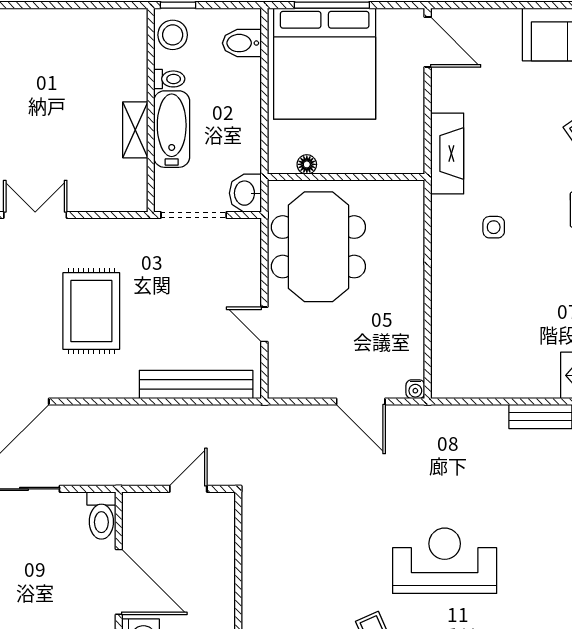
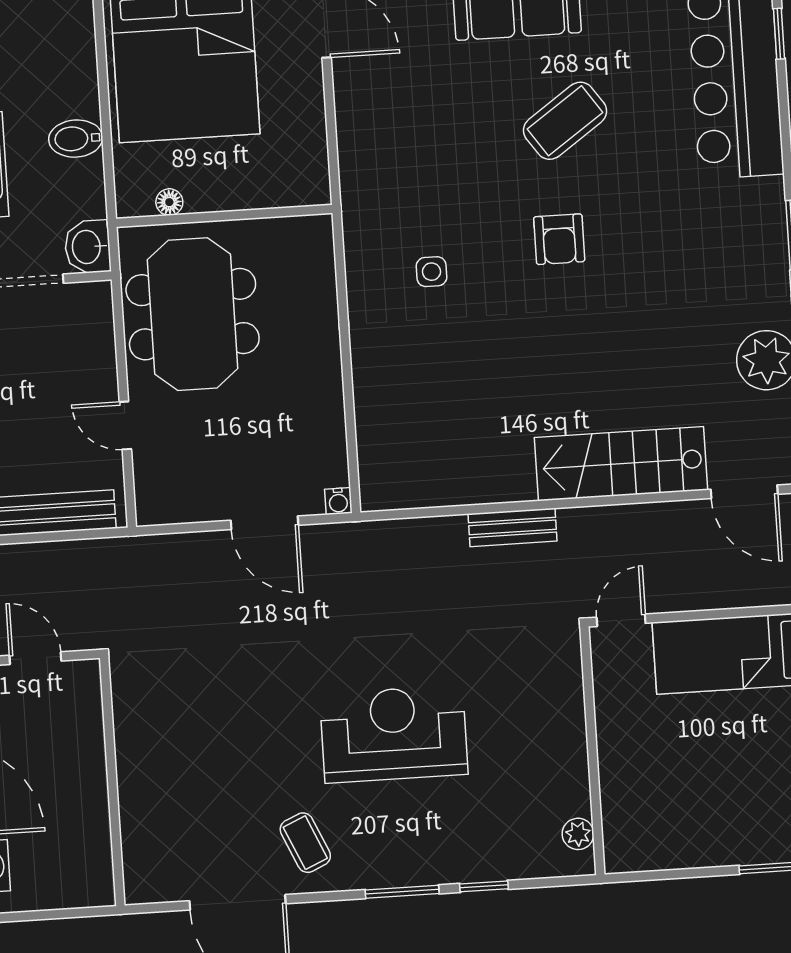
bidet: (242, 43) -> (76, 139), moved
fireplace: (447, 153) -> (361, 175), removed
door: (188, 489) -> (35, 658), hinge flipped

